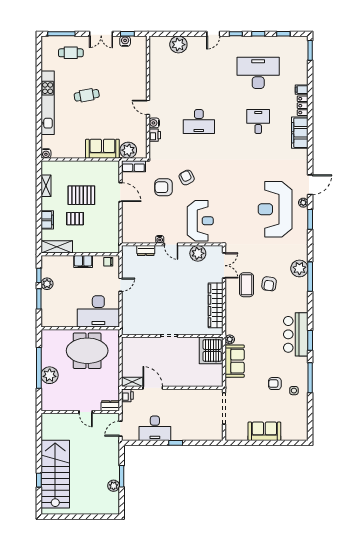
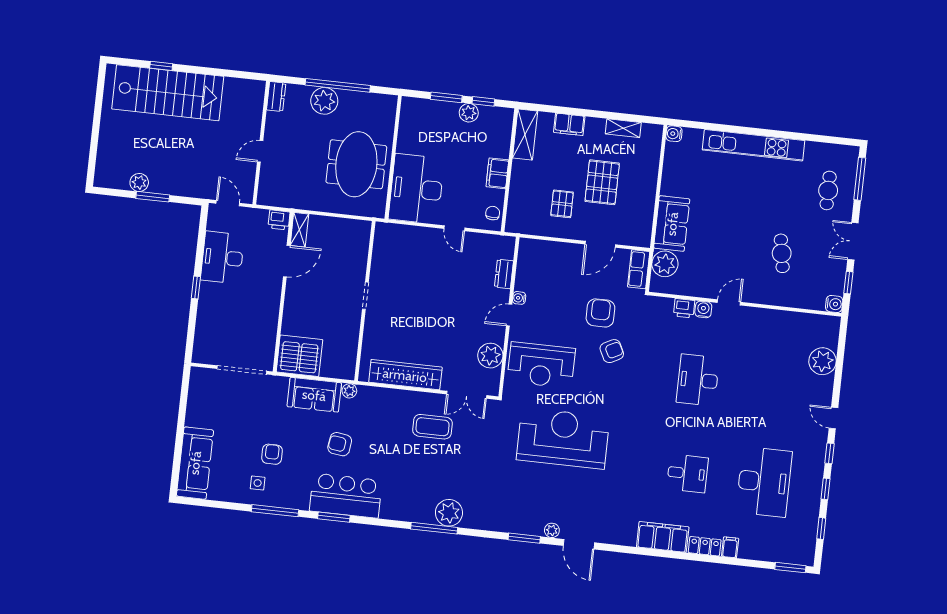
water cooler: (125, 41) -> (834, 304), moved
cafe table: (87, 95) -> (782, 253), moved
reception desk: (275, 209) -> (563, 438), moved
pallet: (75, 219) -> (562, 204), moved
armchair: (269, 284) -> (340, 444), moved
server rack: (211, 350) -> (299, 356), moved
dresser: (110, 406) -> (276, 97), moved
sofa: (264, 431) -> (195, 463), moved, width x1.36

